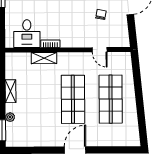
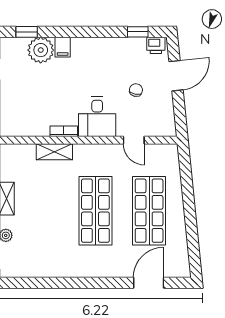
desk: (27, 34) -> (97, 117), moved
door: (75, 150) -> (149, 283), moved

